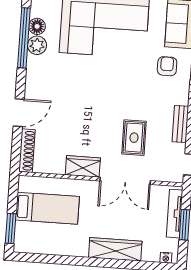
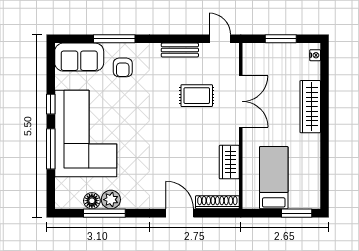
window: (24, 38) -> (104, 213), width x0.68
armchair: (167, 66) -> (123, 67), turned -90
wardrobe: (83, 166) -> (229, 162), moved
tv unit: (175, 214) -> (270, 50), removed

